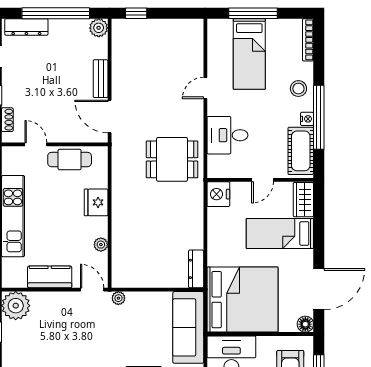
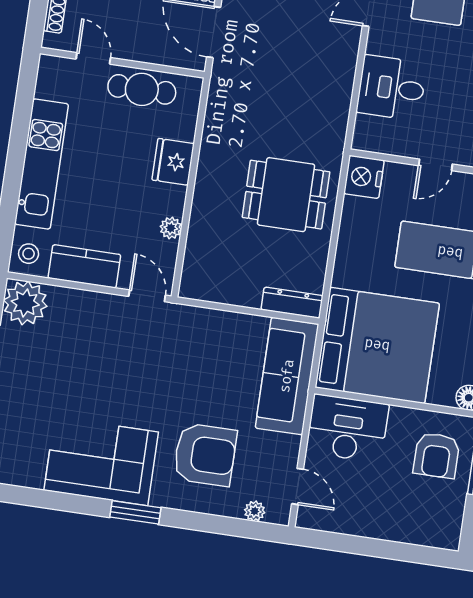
dining table: (172, 159) -> (286, 195), moved
dresser: (196, 269) -> (292, 303), moved, turned 90
stool: (13, 274) -> (29, 254), added
plant: (118, 298) -> (186, 315), removed

